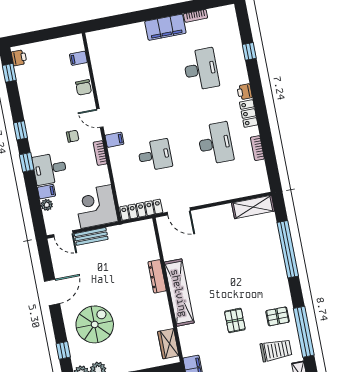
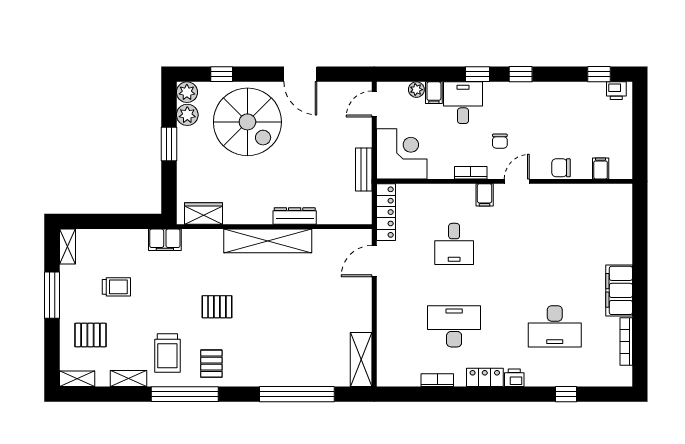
bookcase: (196, 16) -> (626, 341), width x1.56
desk: (215, 143) -> (454, 326), turned 180
bench: (91, 236) -> (364, 170), moved
spiral stairs: (95, 324) -> (247, 122), width x1.37, depth x1.37

